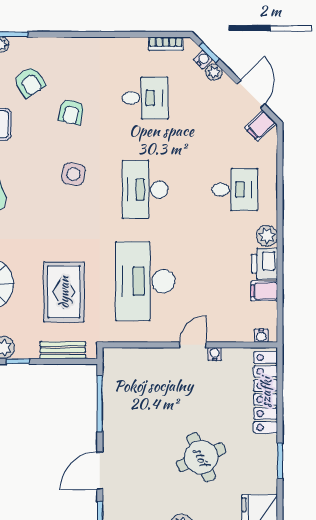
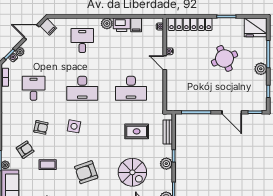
desk: (145, 281) -> (131, 88), width x0.73, depth x0.77
rug: (64, 292) -> (137, 131), width x0.73, depth x0.70

